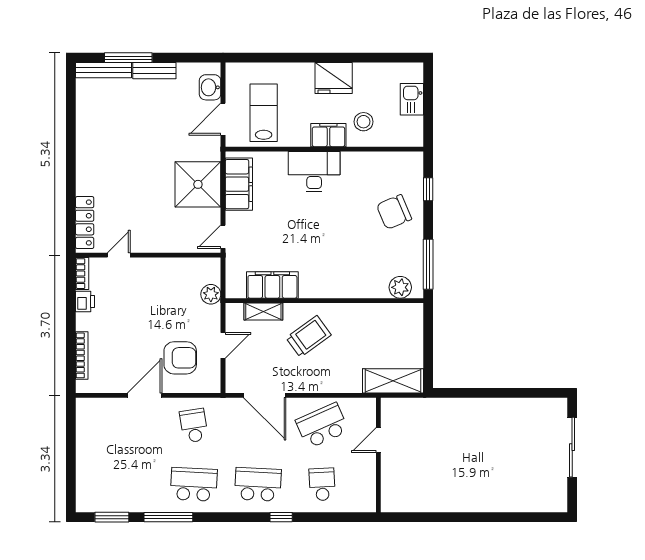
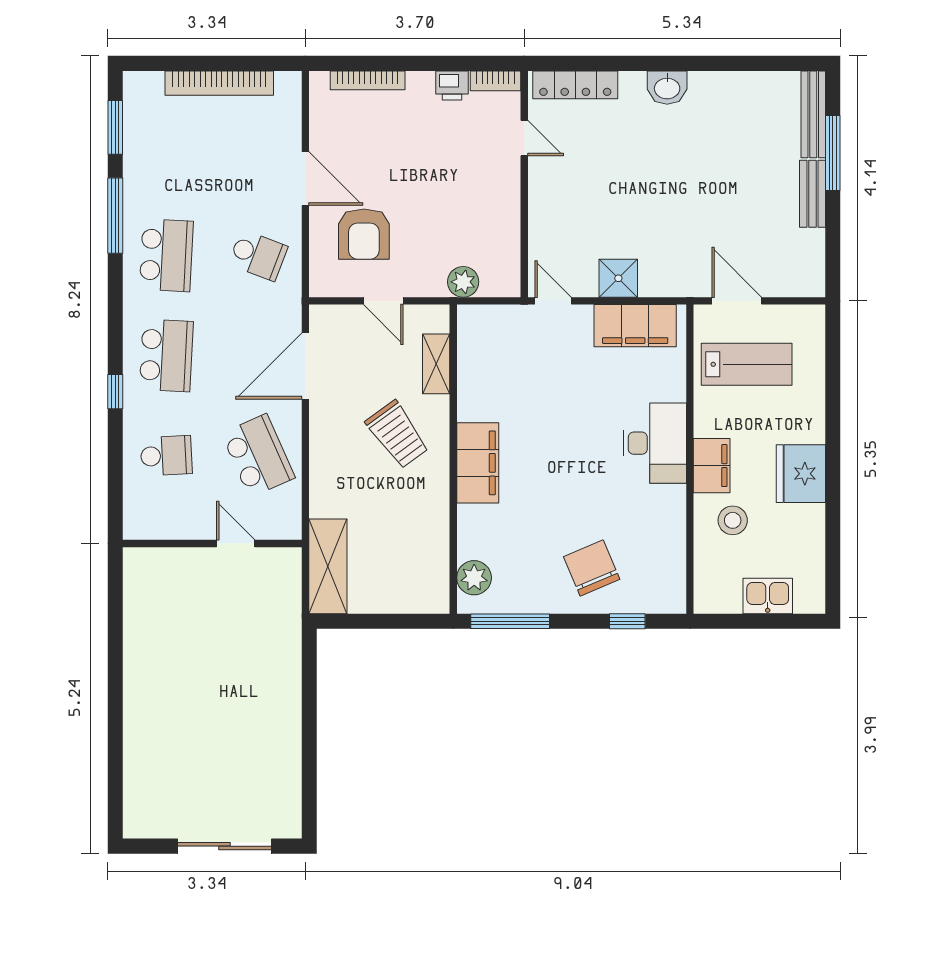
washbasin: (210, 87) -> (667, 88), moved, turned 180
shower: (198, 184) -> (618, 278), width x0.54, depth x0.54
filing cabinet: (272, 285) -> (478, 463), moved
school desk: (194, 426) -> (258, 255), turned 30
bookcase: (84, 450) -> (219, 83), added

